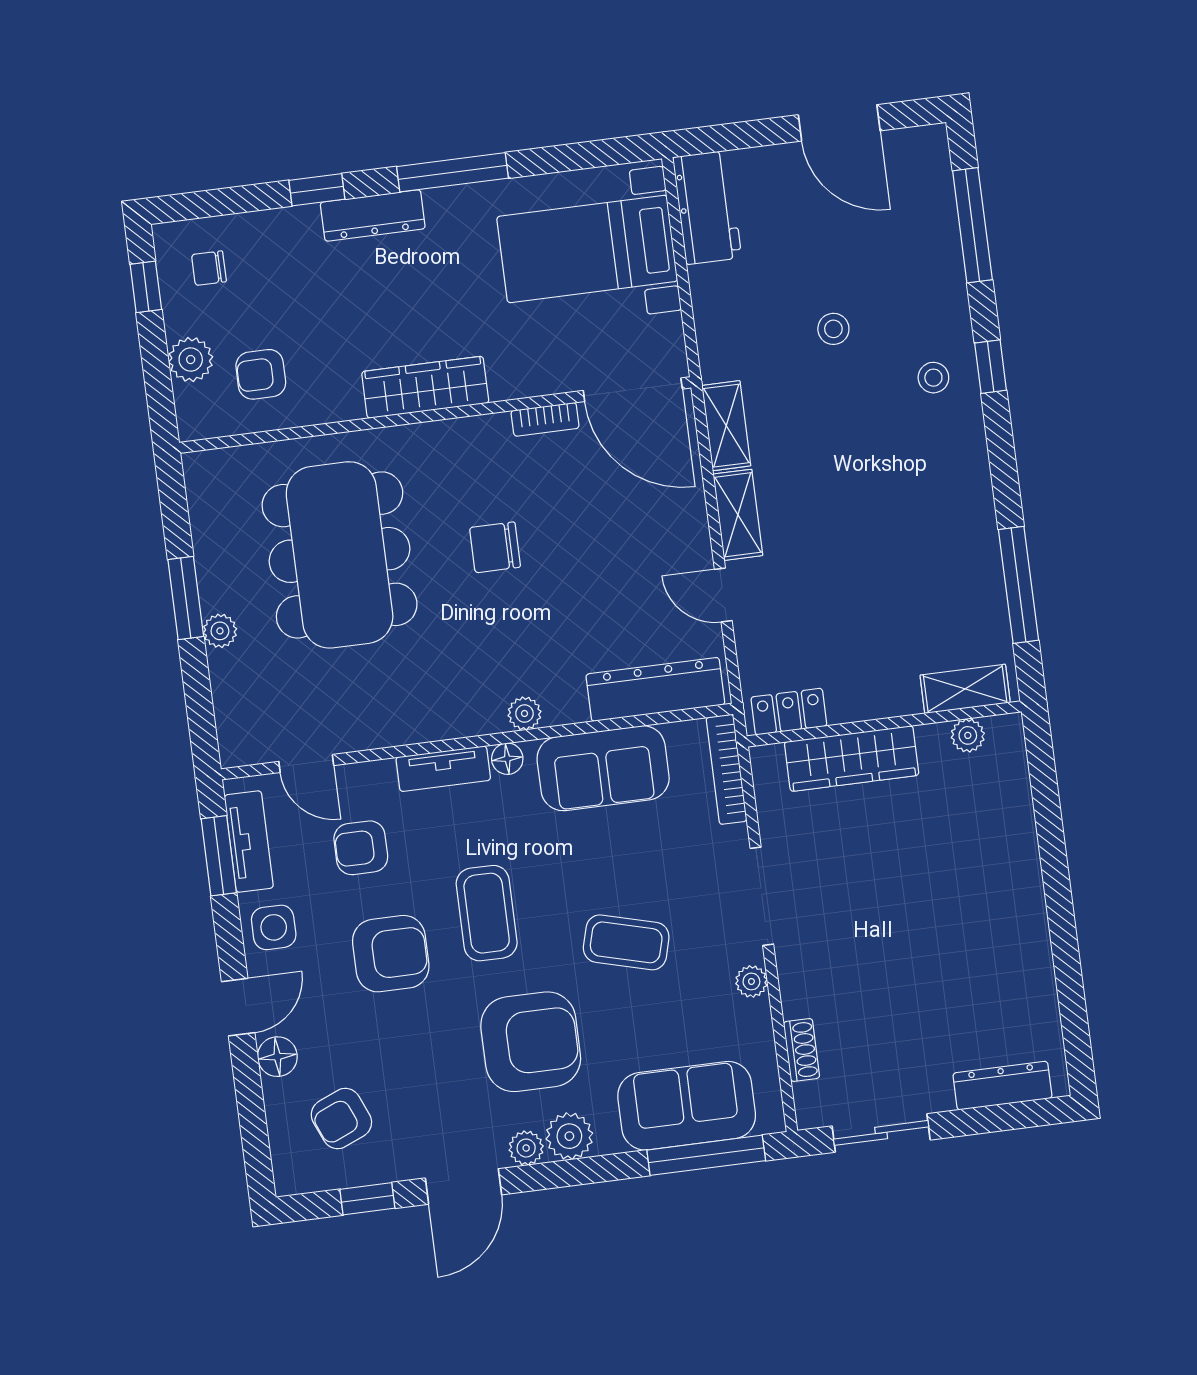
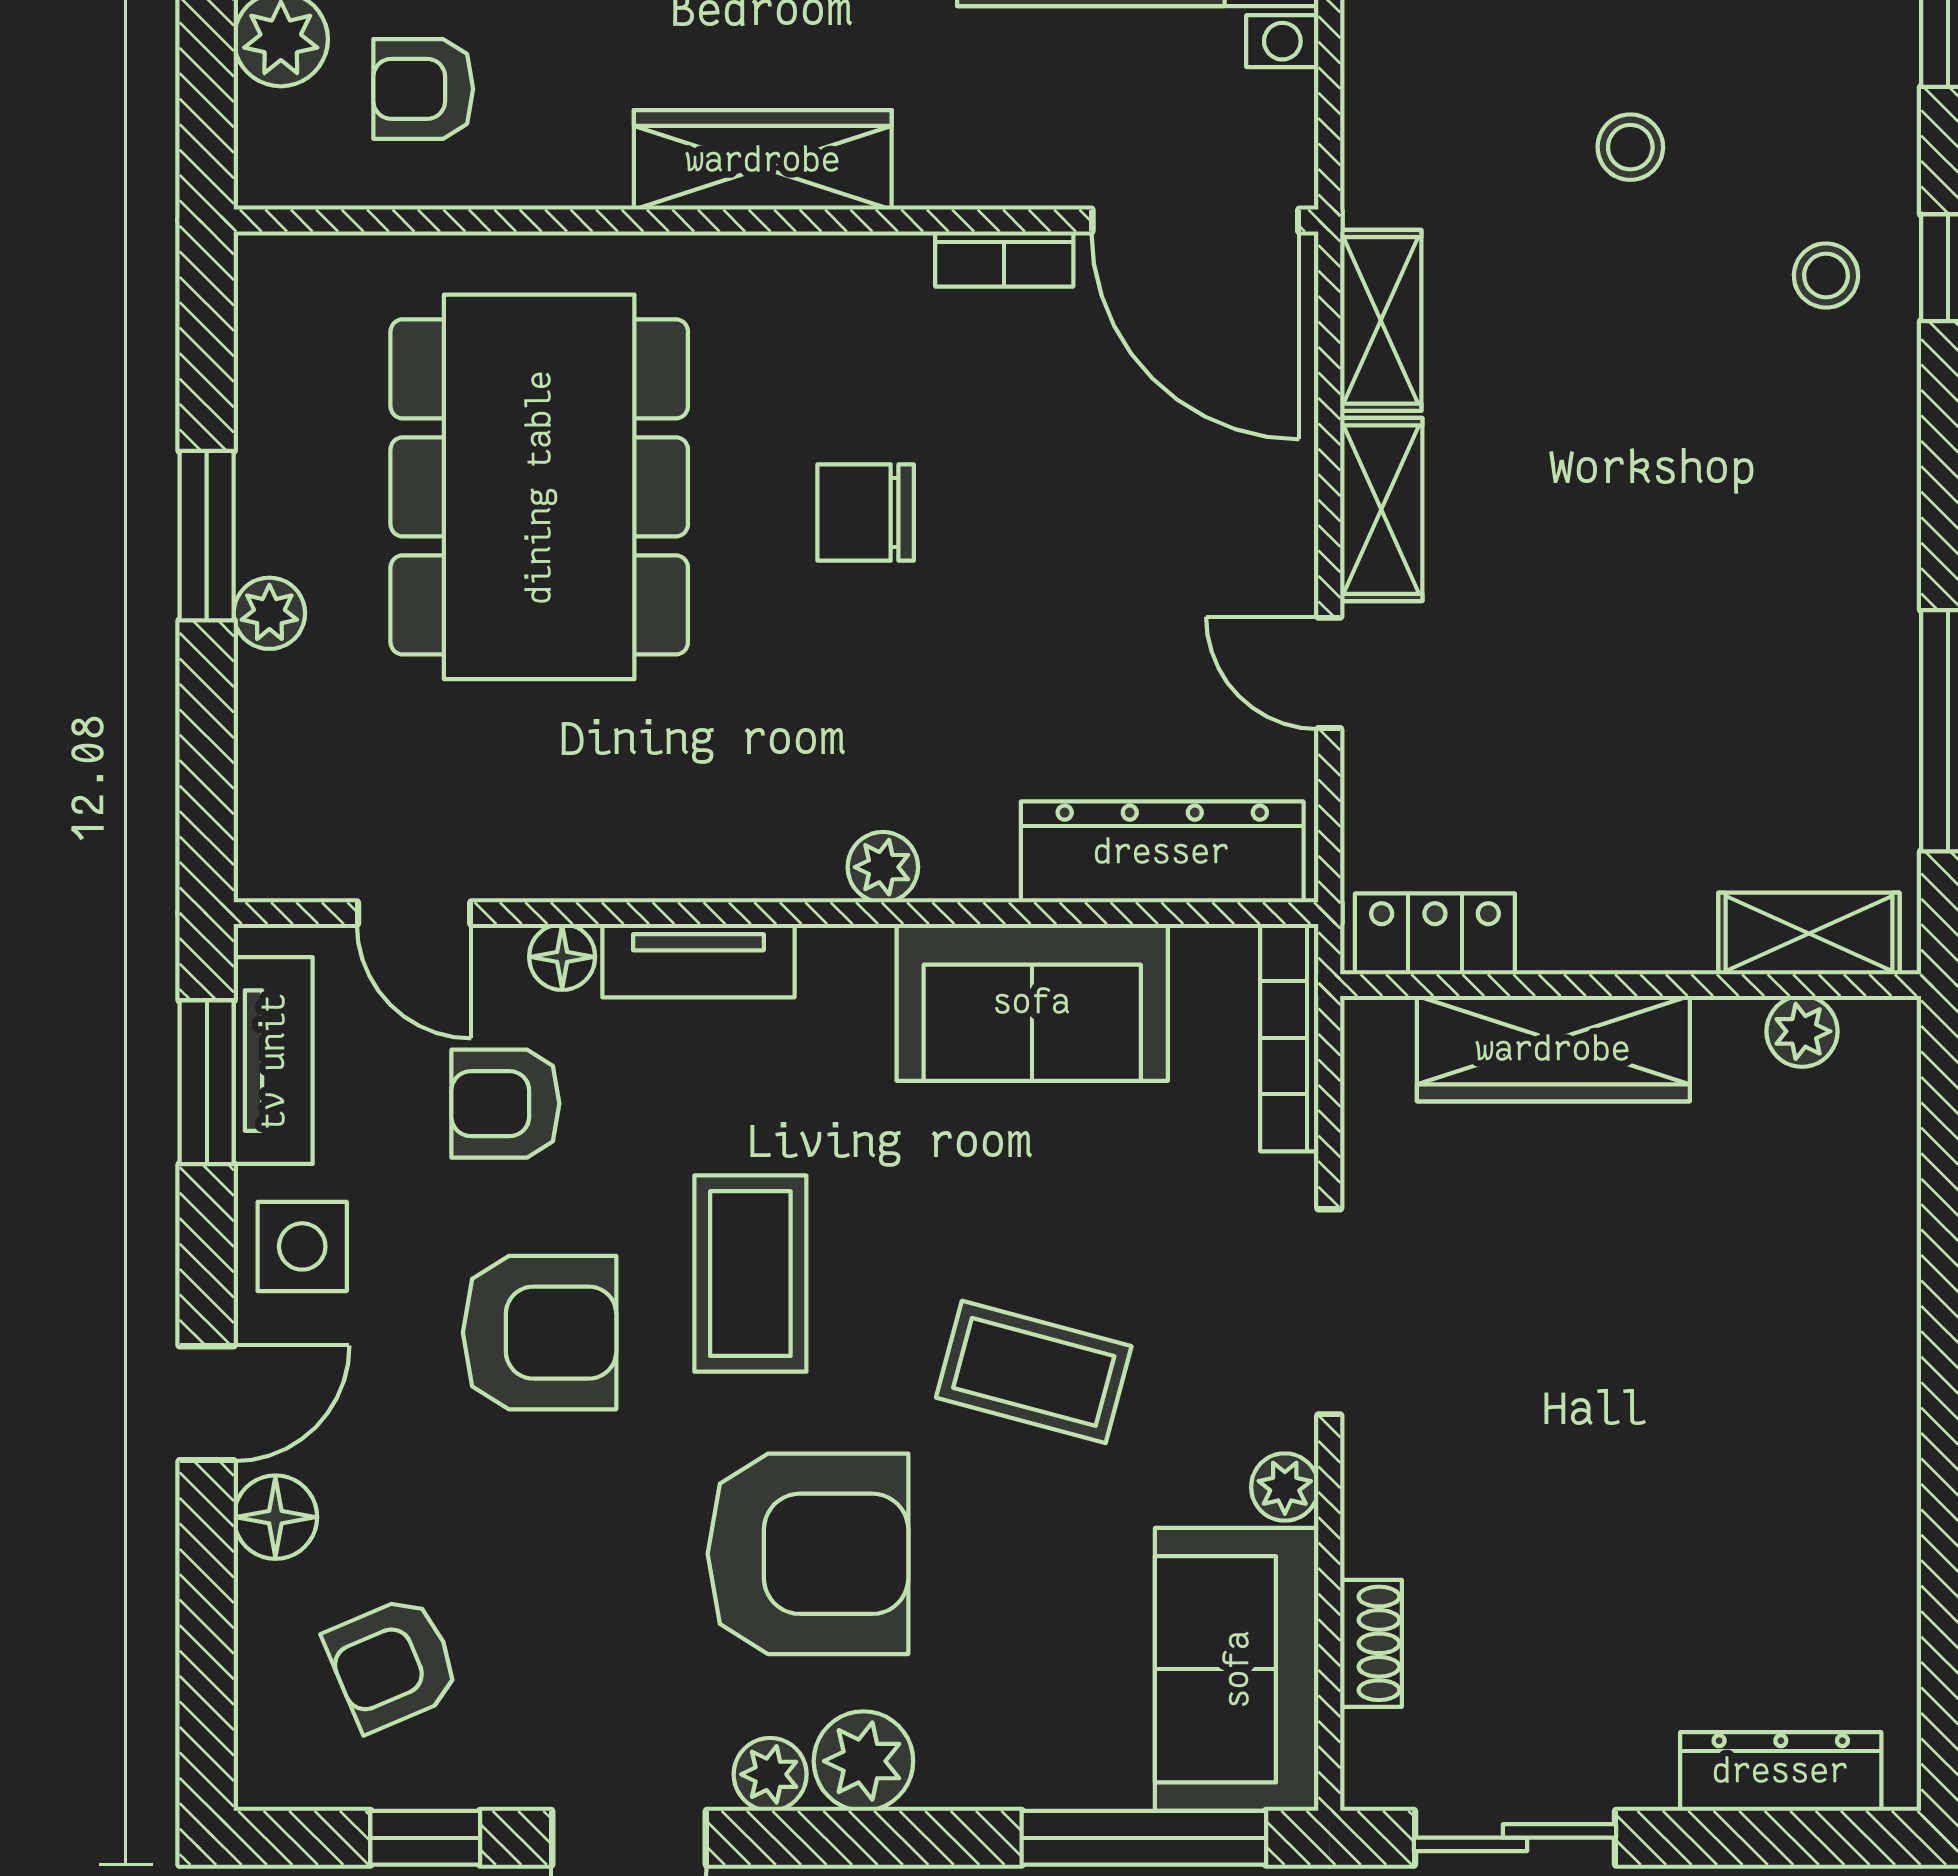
floor lamp: (507, 759) -> (562, 957), moved
sofa: (687, 1106) -> (1237, 1669), moved, turned -90

